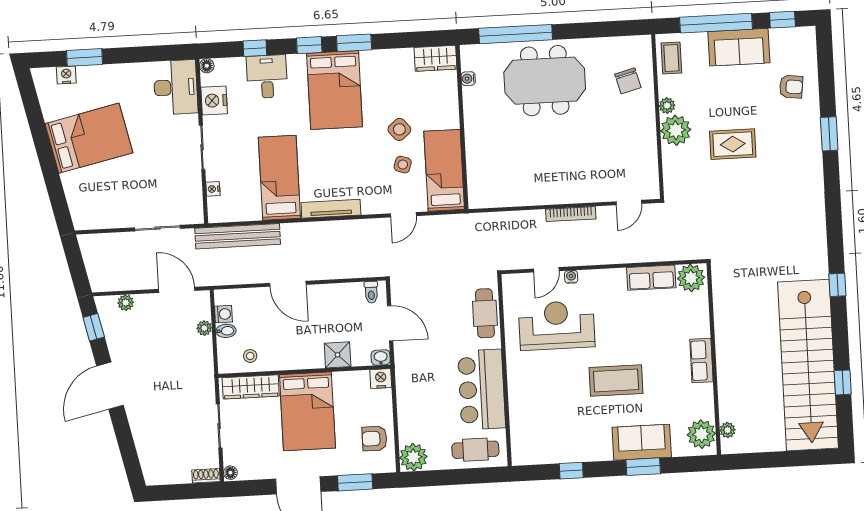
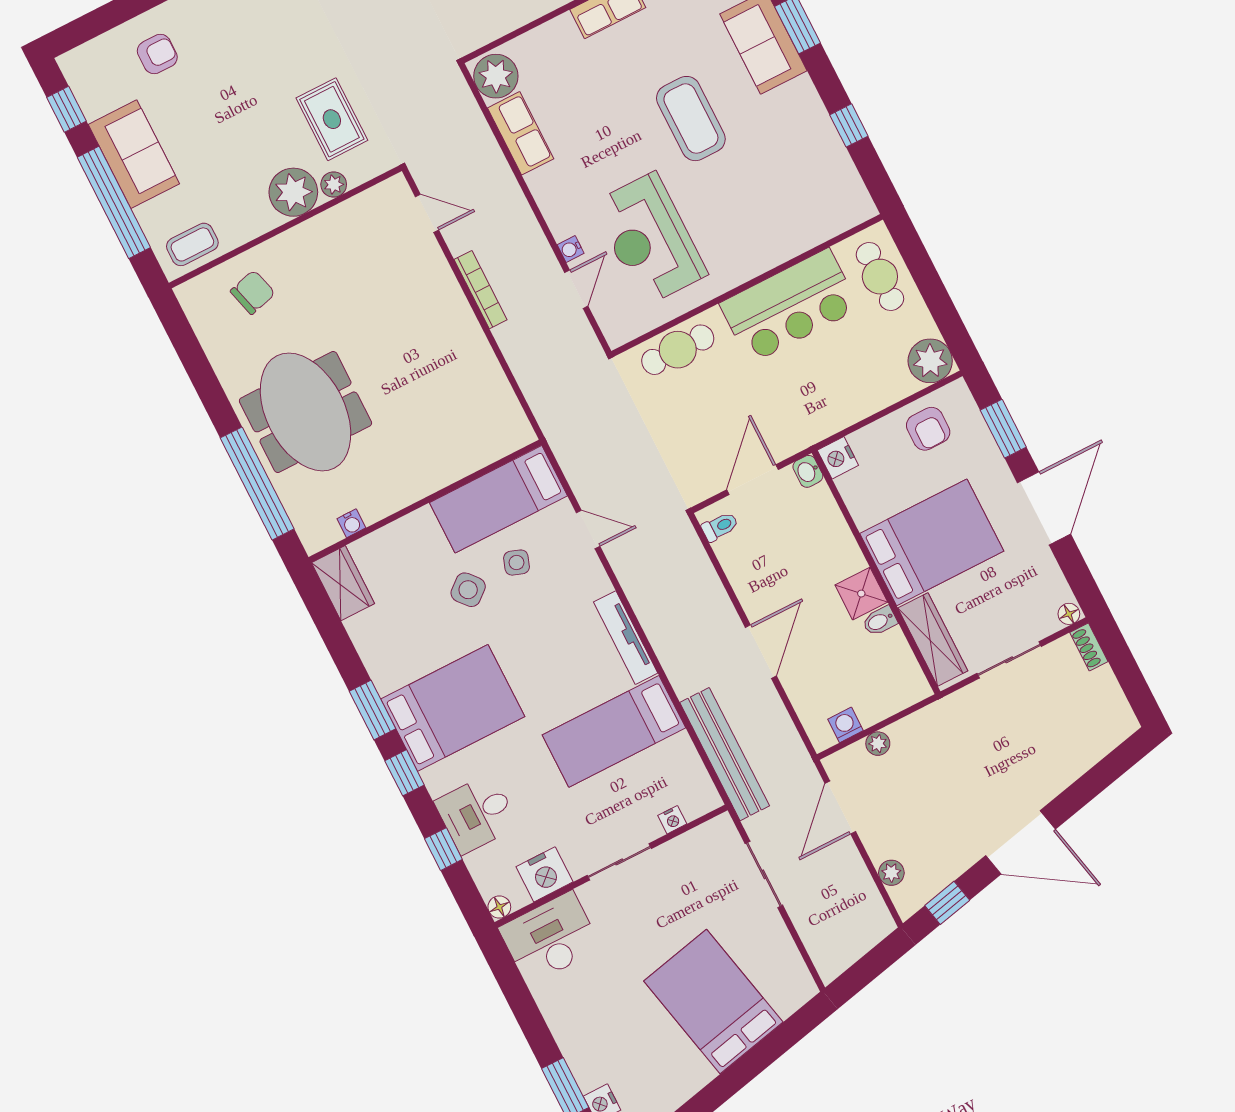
armchair: (791, 87) -> (157, 54), turned 83
plant: (667, 106) -> (334, 184), moved
bed: (89, 138) -> (713, 1002), moved
rug: (733, 144) -> (332, 119), moved
door: (546, 270) -> (576, 289), hinge flipped
bidet: (226, 331) -> (880, 621), moved, turned -90
shower: (338, 355) -> (861, 594), moved
stool: (250, 356) -> (889, 660), removed

